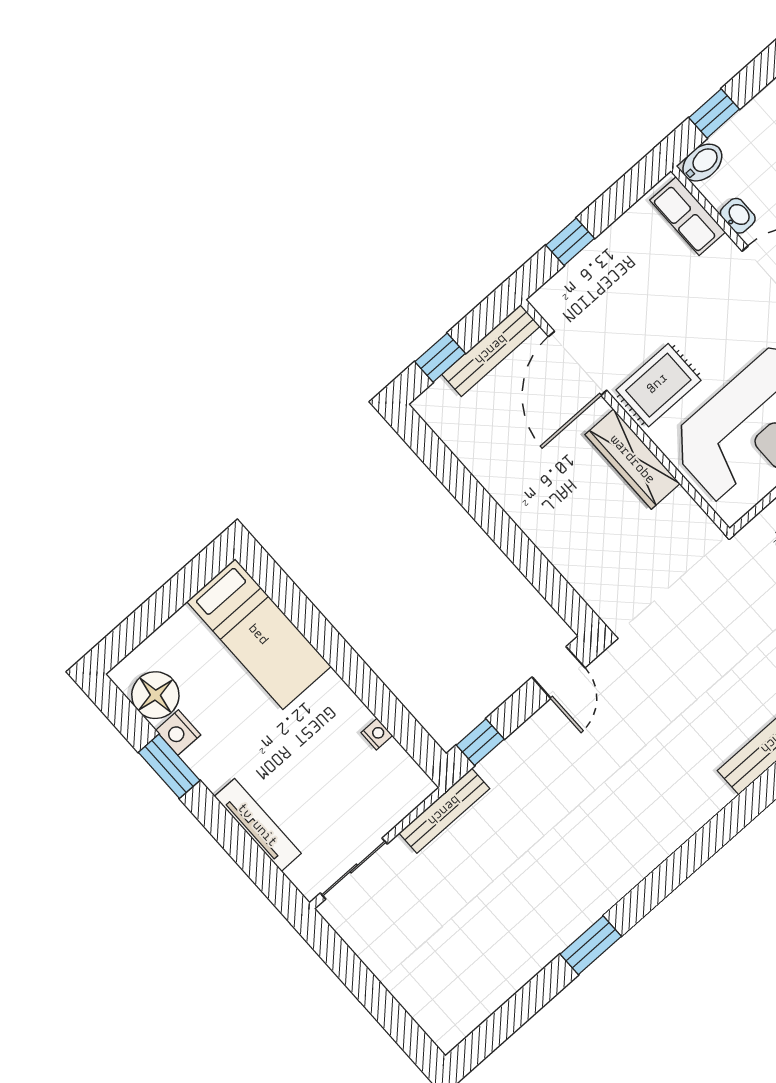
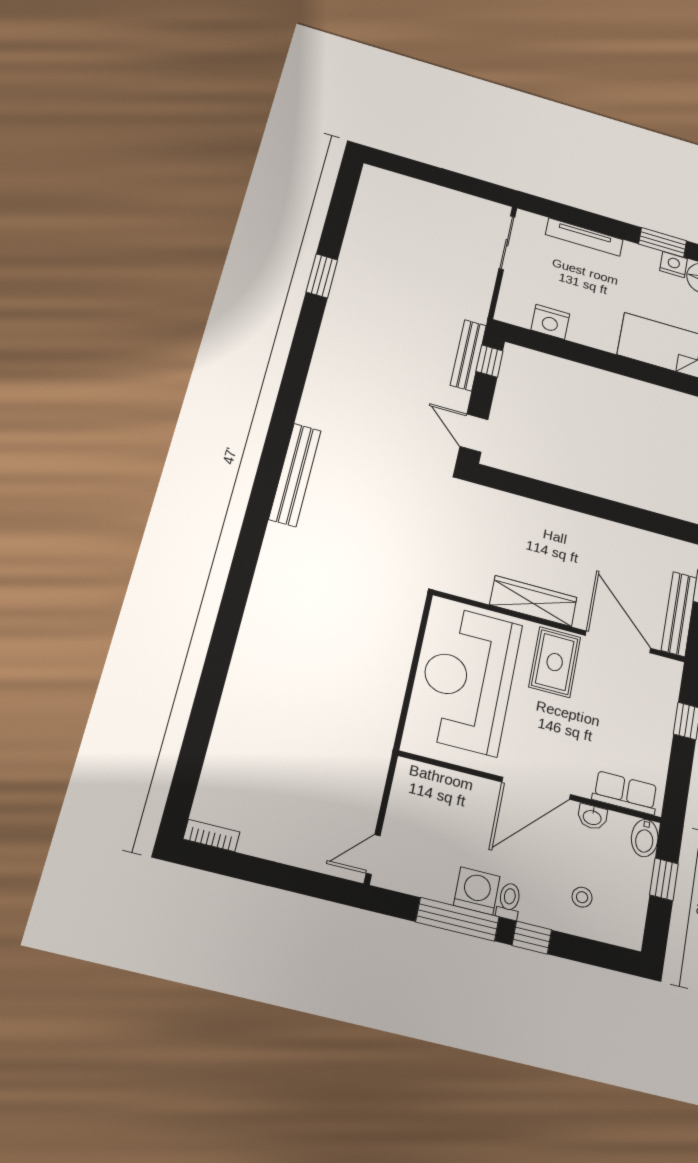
nightstand: (377, 734) -> (550, 322), width x1.89, depth x1.79
bench: (444, 811) -> (468, 355), moved

